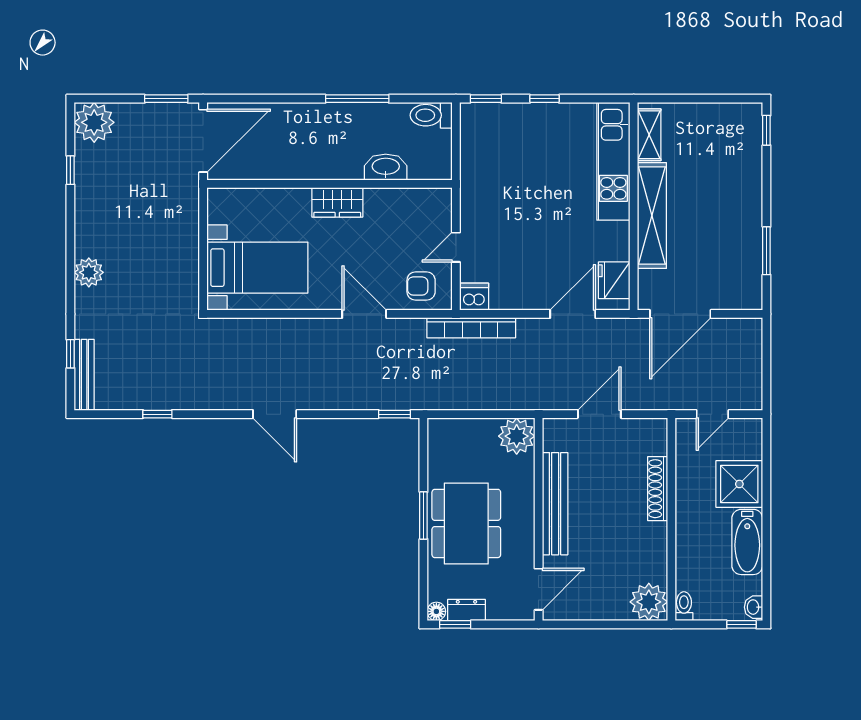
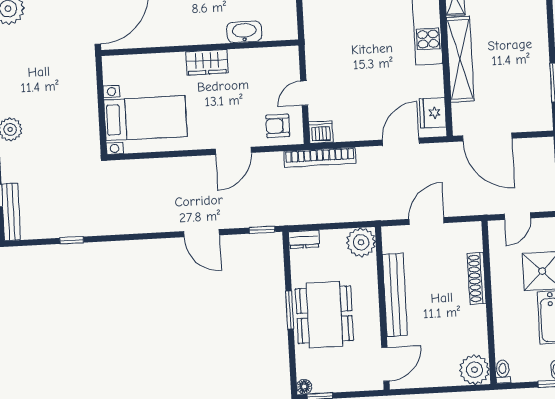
door: (364, 314) -> (233, 151), swing flipped
door: (680, 314) -> (487, 137), hinge flipped
door: (275, 414) -> (202, 233), moved
dresser: (466, 610) -> (304, 239), moved, turned 180

